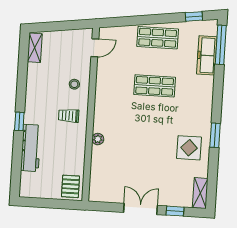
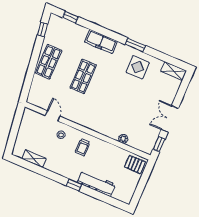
window: (221, 45) -> (70, 17), width x0.46
shelving: (35, 48) -> (34, 159), moved
door: (95, 48) -> (53, 116), moved
freezer: (207, 55) -> (101, 42), moved
plant: (98, 139) -> (123, 139), moved
window: (175, 211) -> (159, 144), moved

